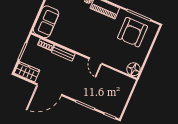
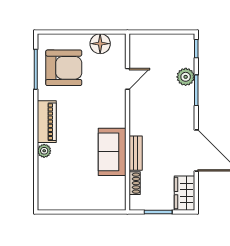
sofa: (46, 22) -> (112, 152), moved, turned -90
door: (96, 61) -> (127, 79), moved
floor lamp: (133, 69) -> (100, 44), moved
plant: (96, 102) -> (186, 77), added

